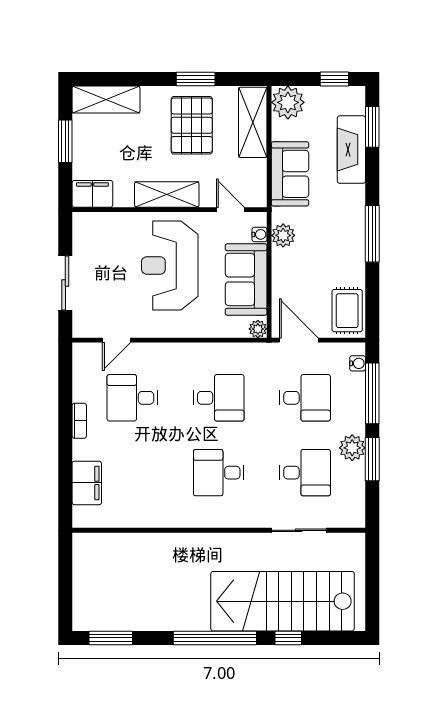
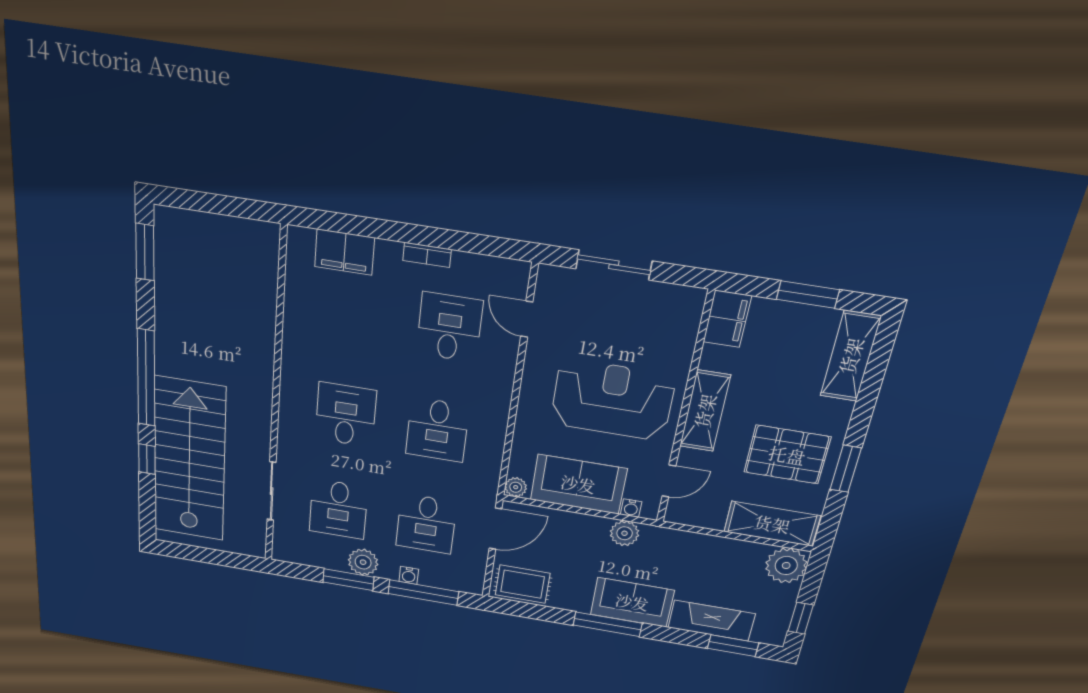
sofa: (290, 174) -> (632, 602), moved, turned 180
water cooler: (358, 363) -> (409, 575), moved

